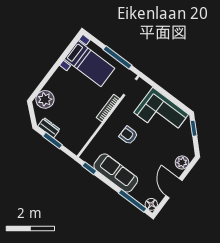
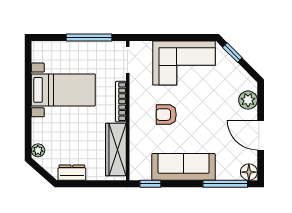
bed with nightstands: (90, 64) -> (63, 90), moved
plant: (45, 99) -> (38, 150), width x0.53, depth x0.53
wardrobe: (84, 134) -> (116, 150), added
window: (53, 141) -> (87, 184), removed

